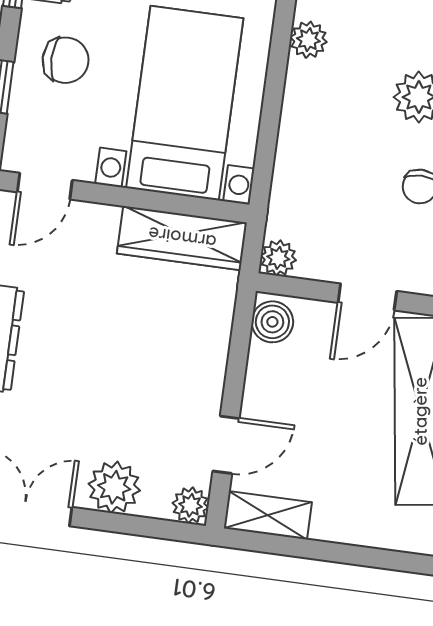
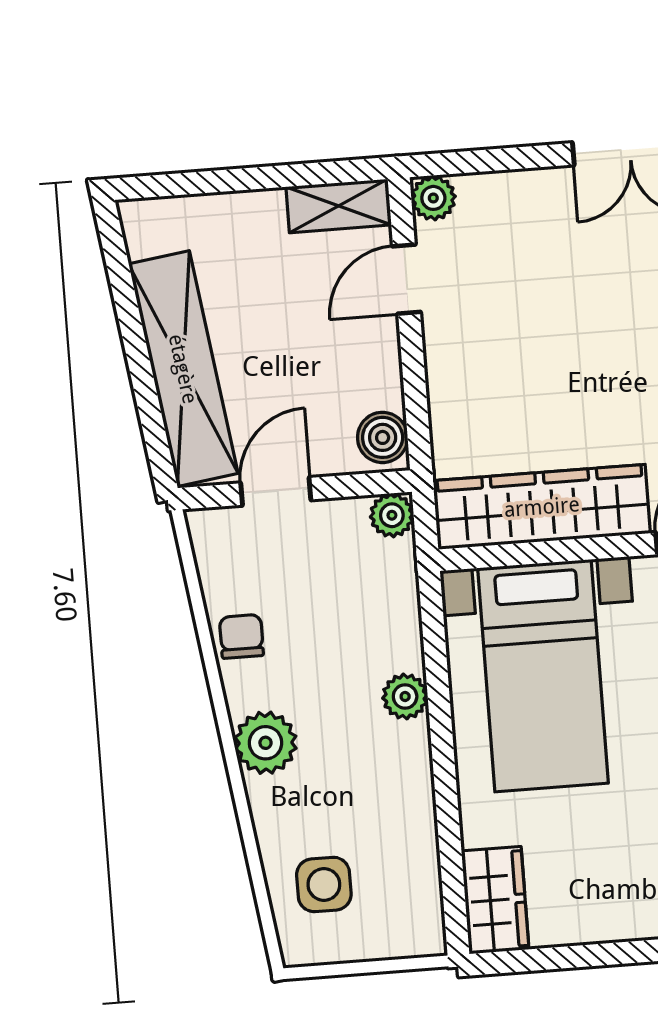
plant: (308, 40) -> (405, 696), moved
wardrobe: (182, 238) -> (542, 507), width x1.40, depth x1.17
plant: (114, 487) -> (529, 200), removed

